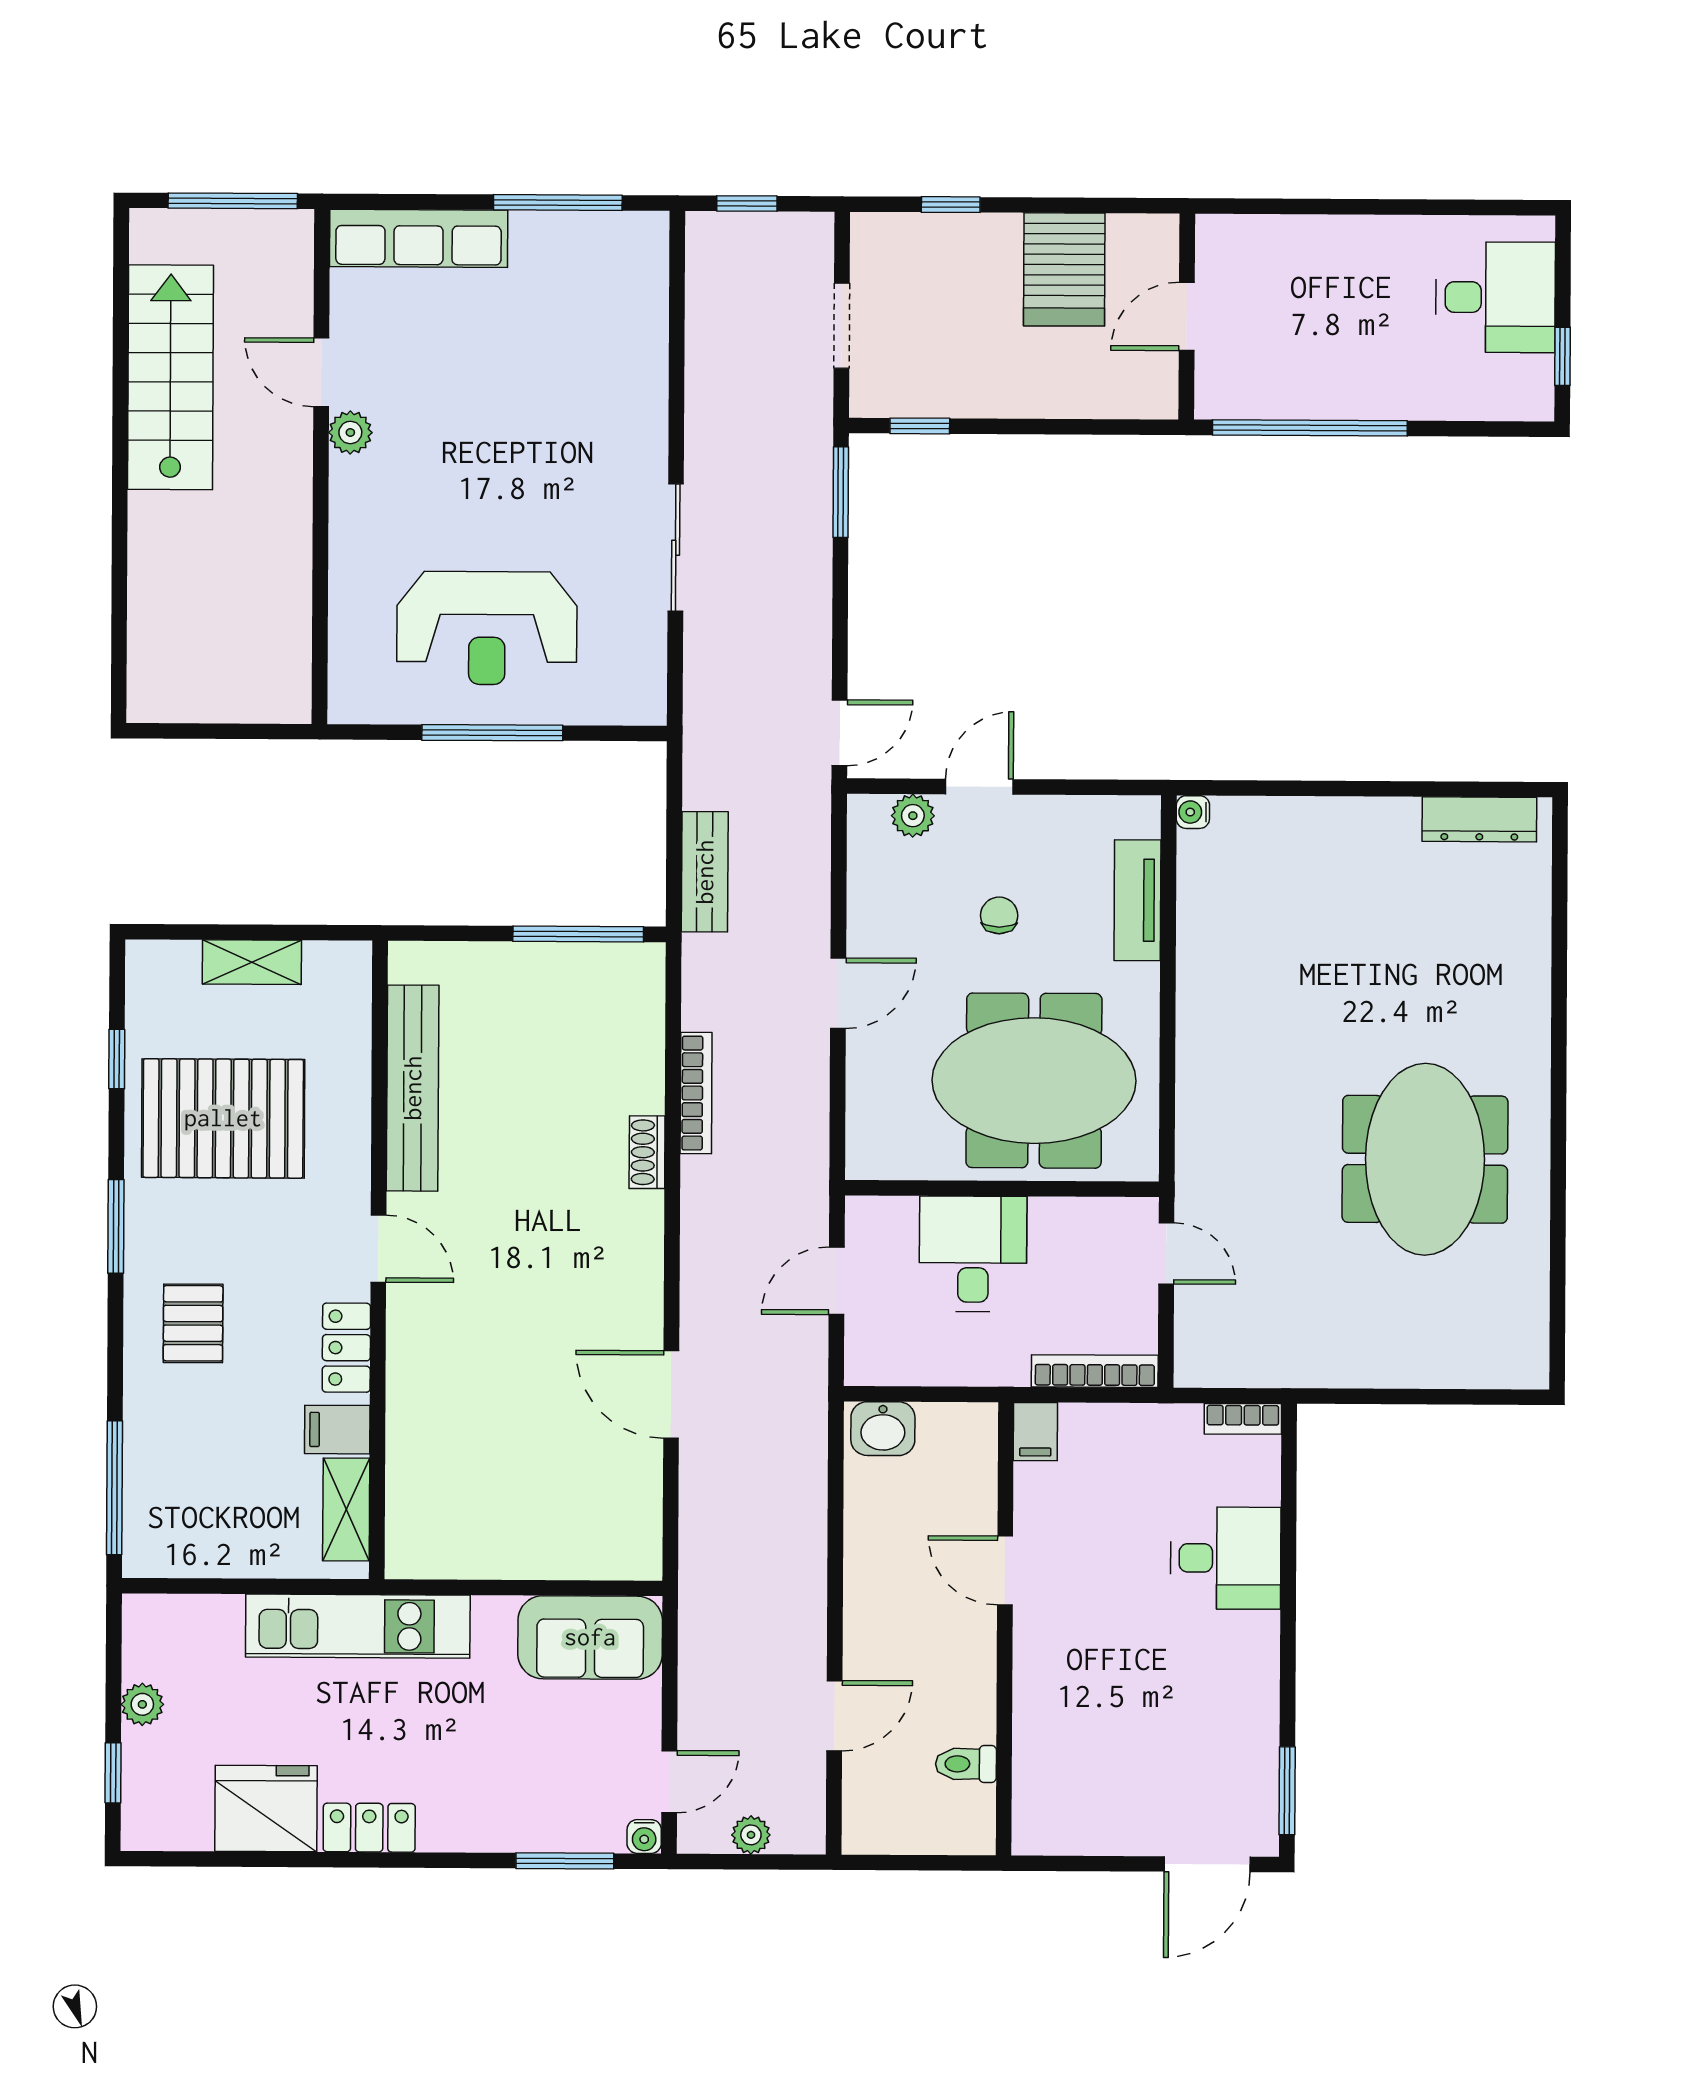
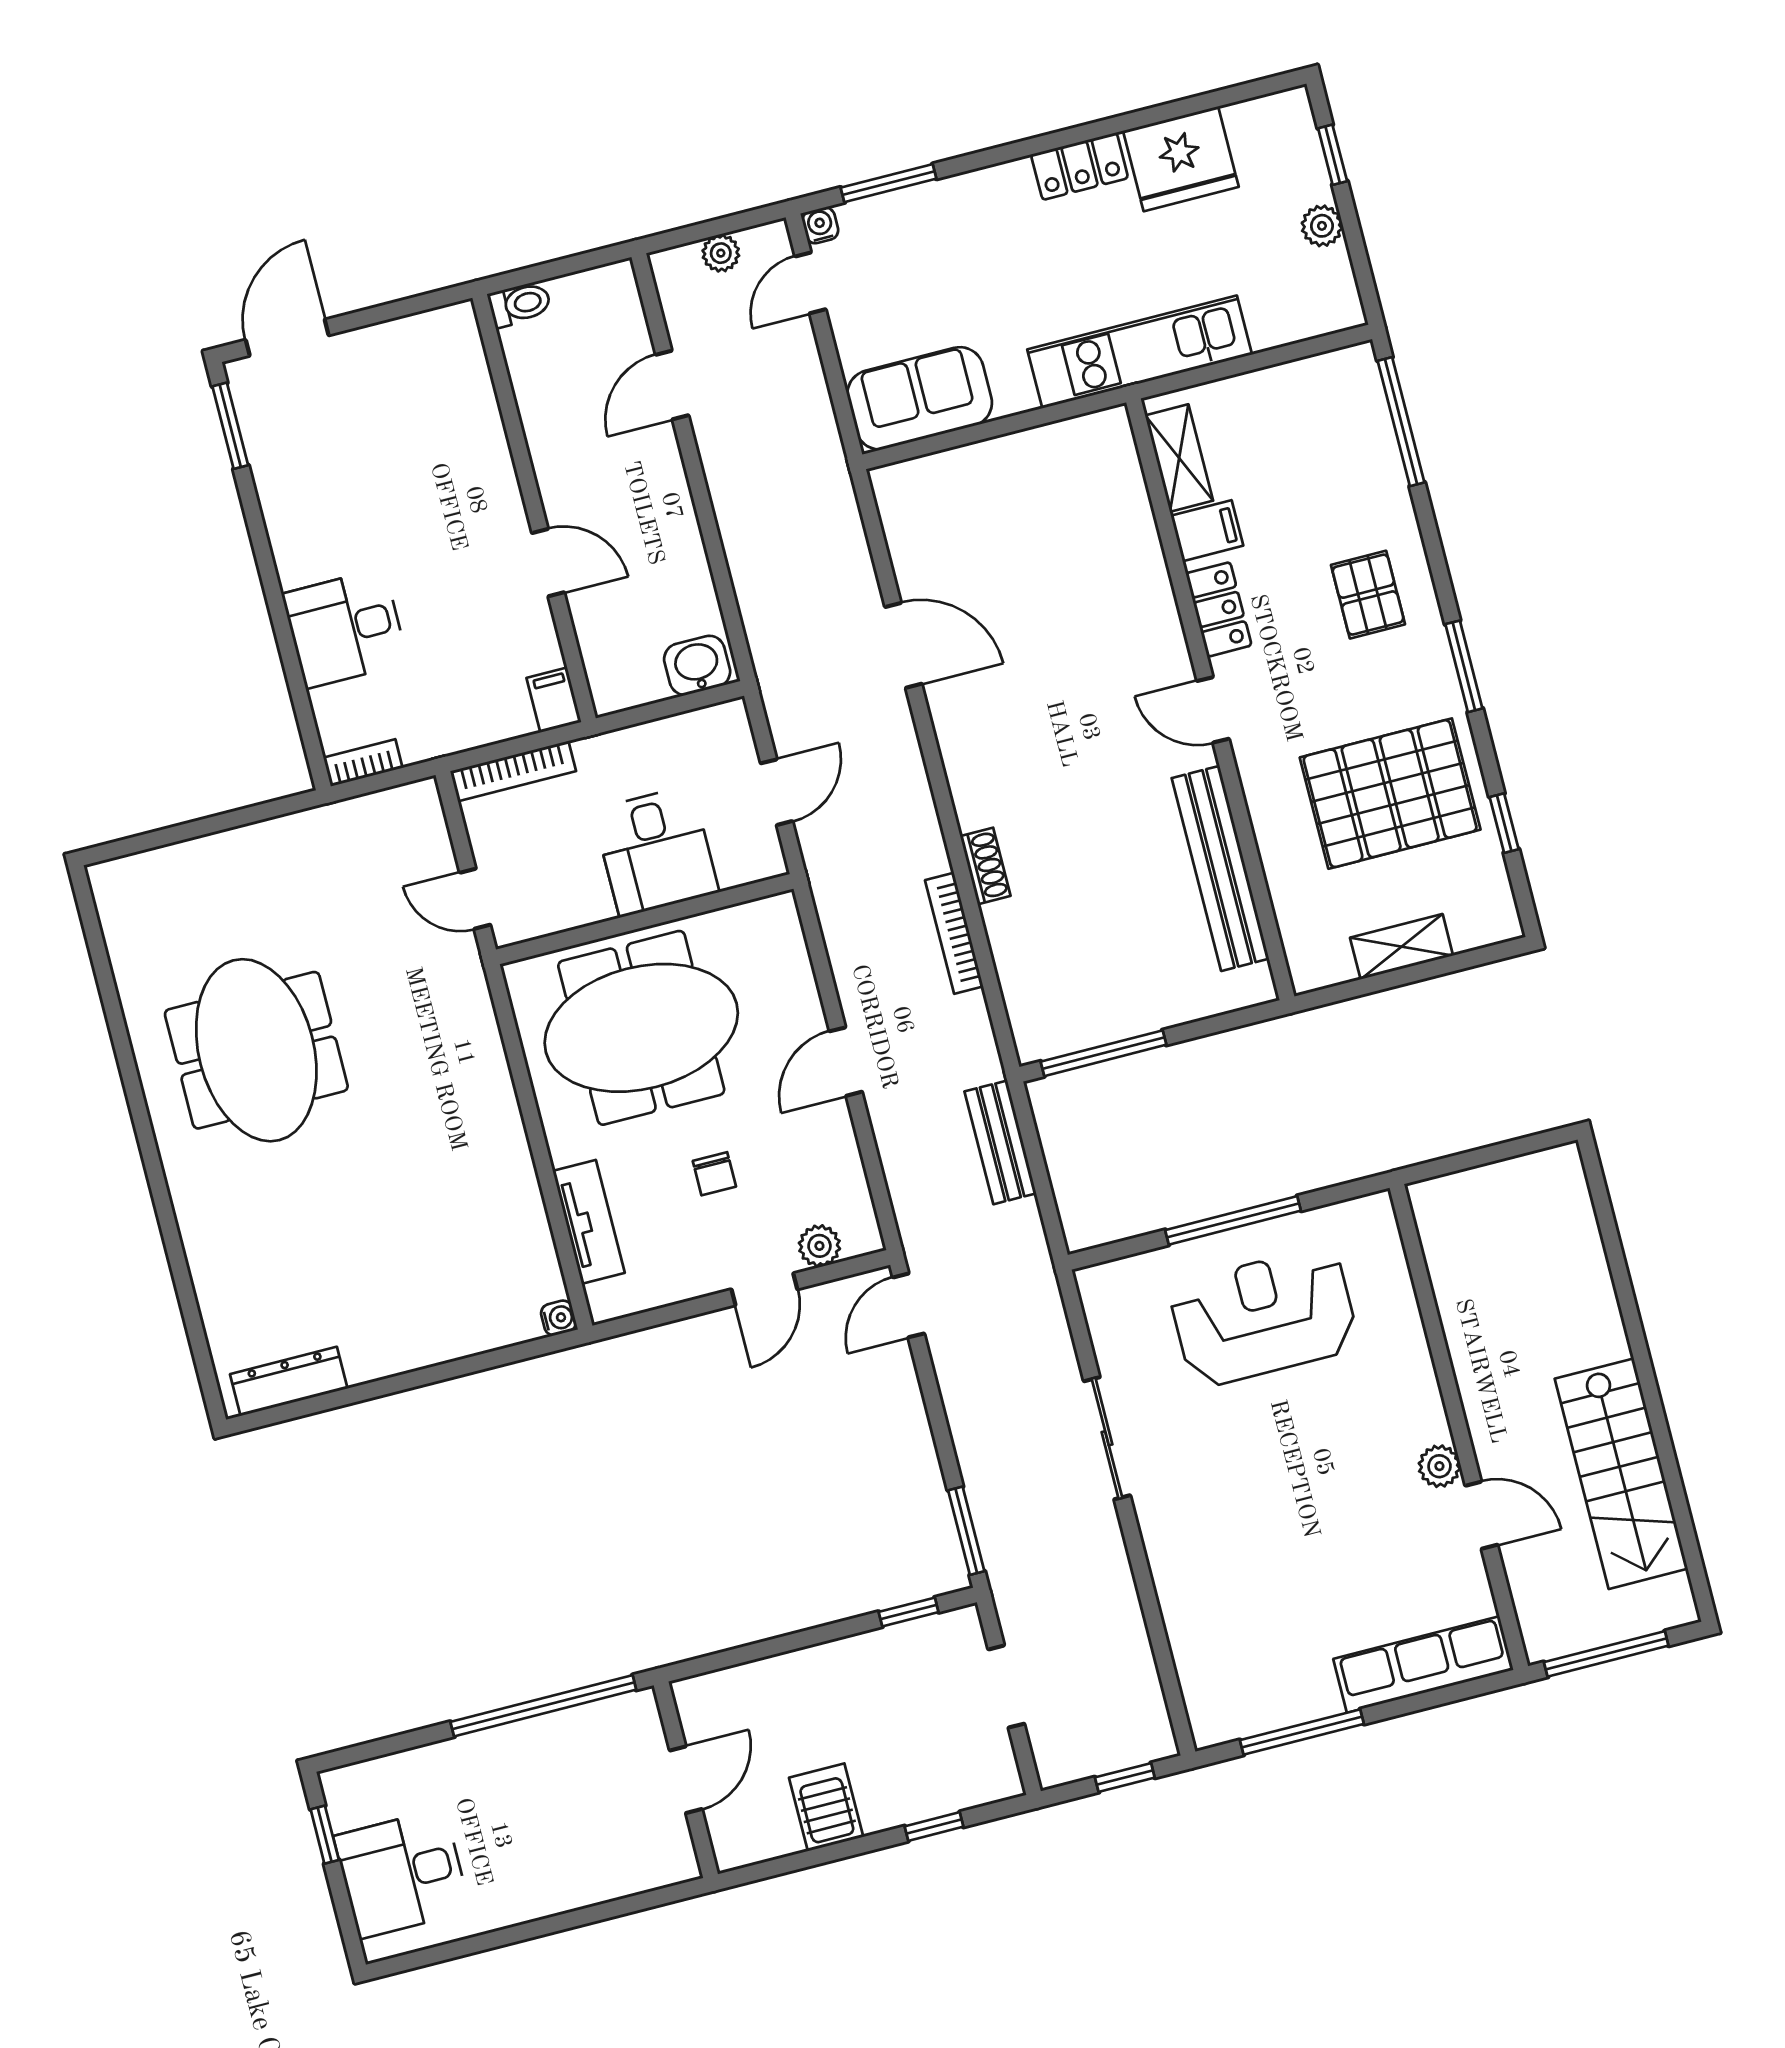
server rack: (1064, 269) -> (826, 1807), width x0.73, depth x0.70
toilet: (966, 1764) -> (520, 304), moved

